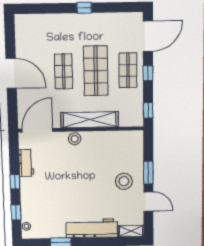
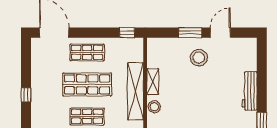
window: (148, 73) -> (90, 33), removed
workbench: (92, 228) -> (250, 91), width x0.73, depth x0.76
shelving: (131, 231) -> (153, 82), moved

